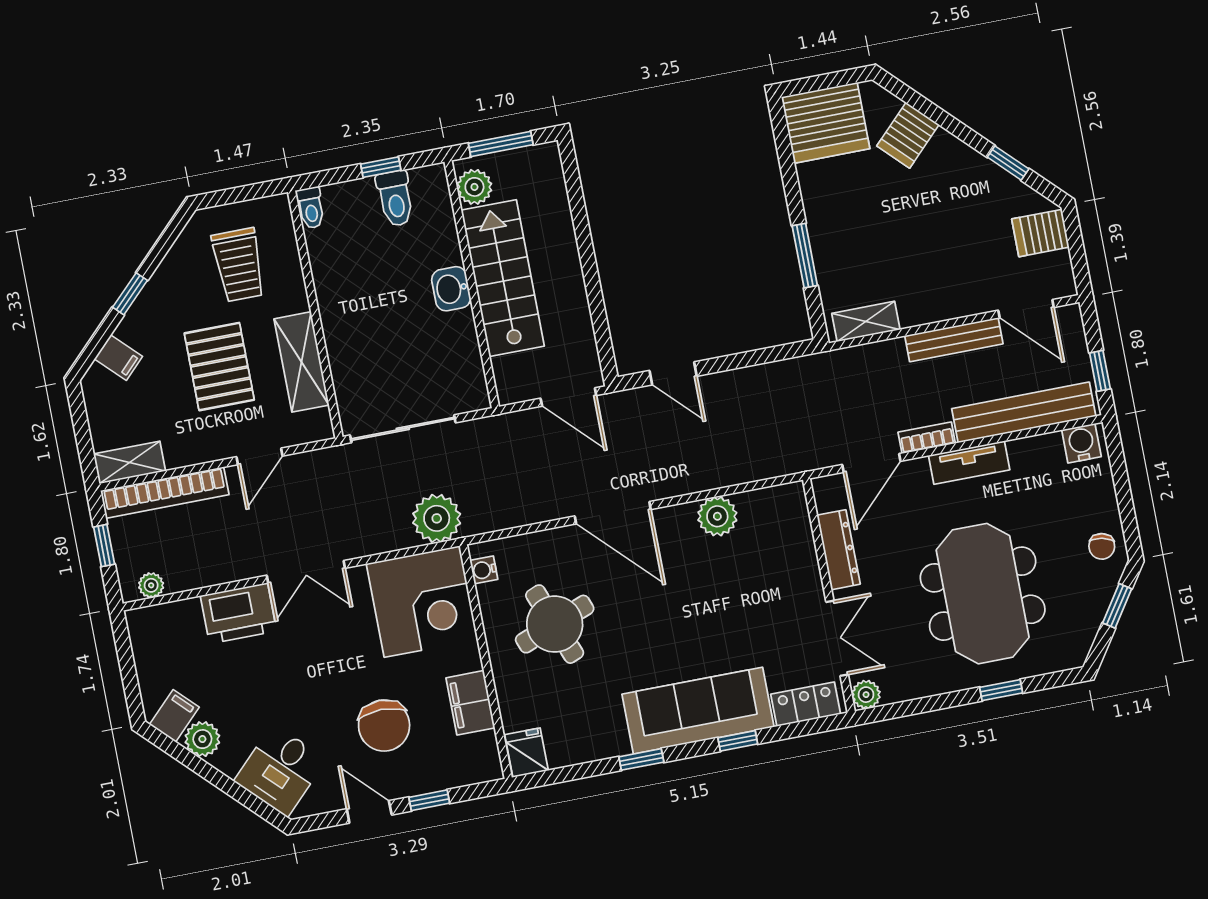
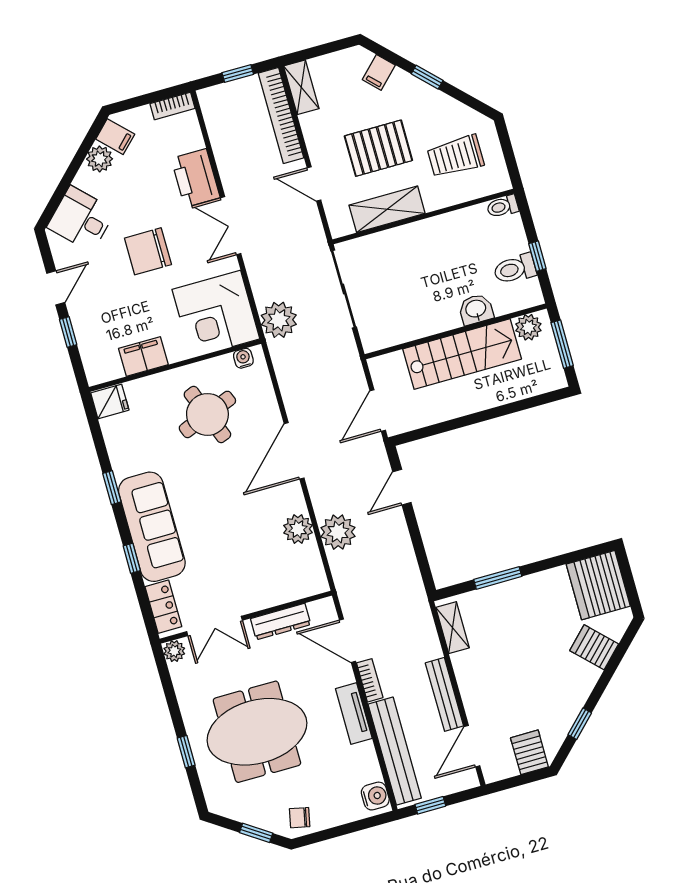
washbasin: (451, 289) -> (476, 309), moved
plant: (151, 585) -> (338, 532), moved, width x1.87, depth x1.87
bookcase: (140, 636) -> (172, 106), added
chair: (384, 726) -> (148, 251), moved

